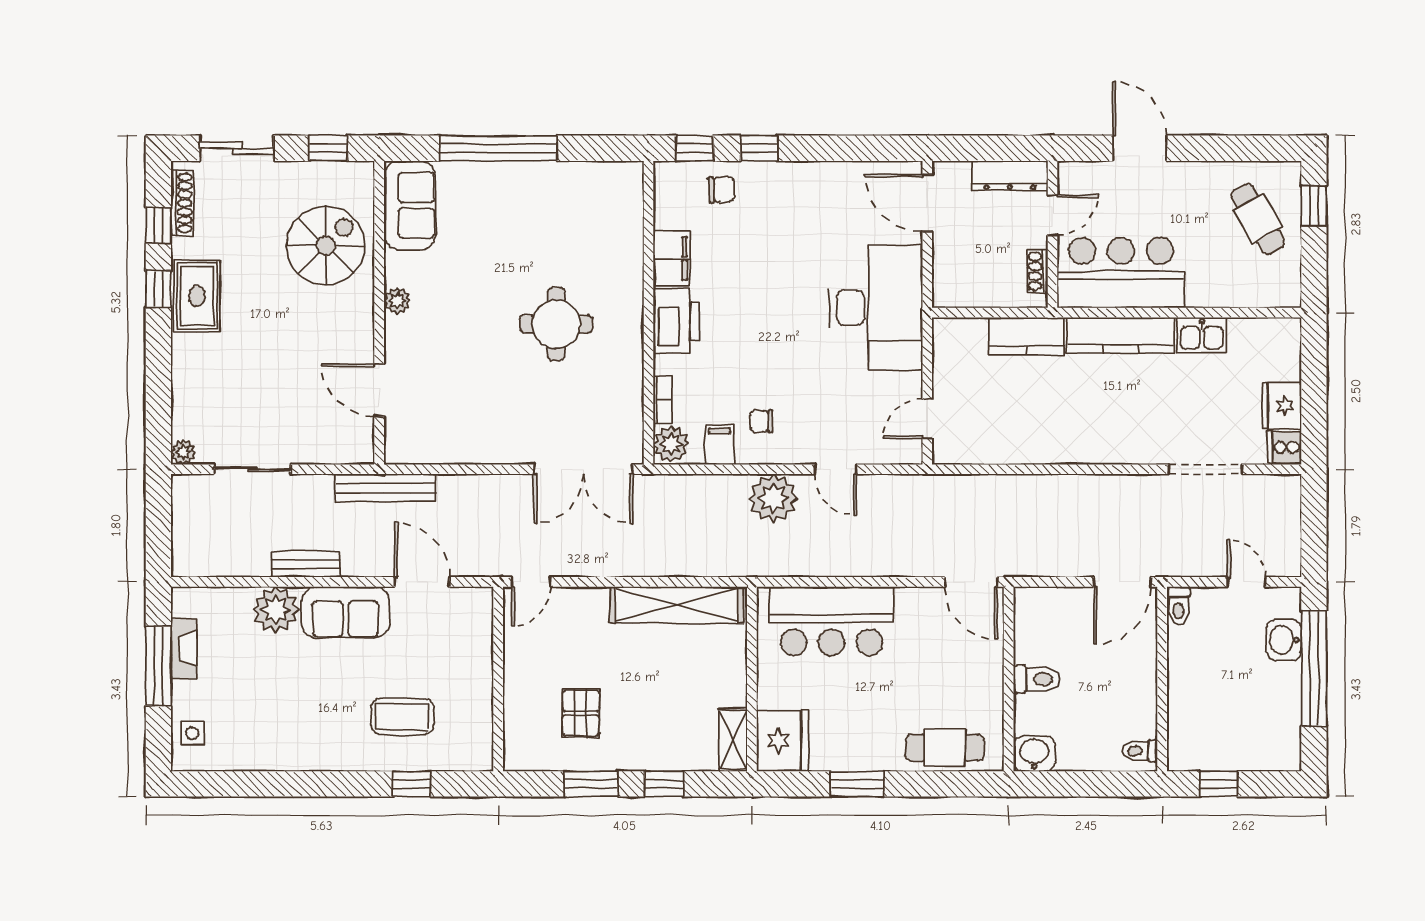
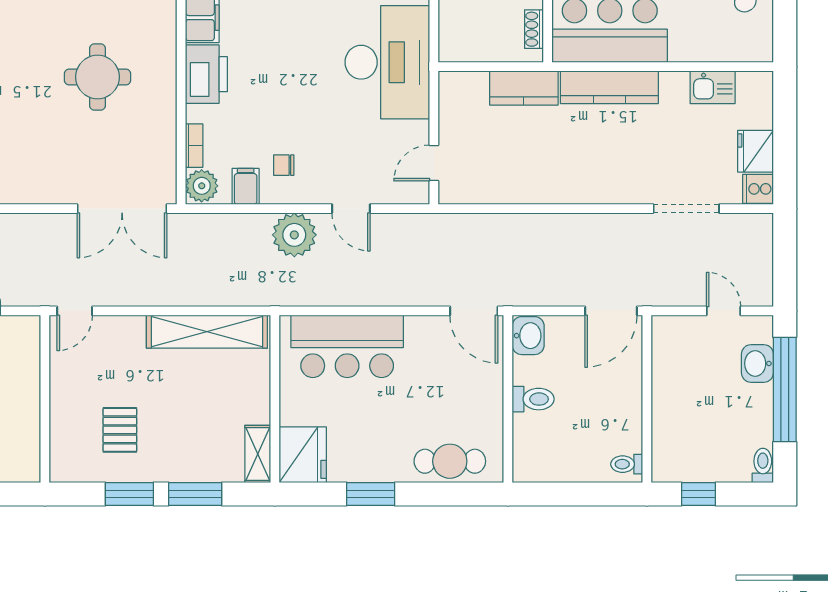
kitchen sink: (1202, 335) -> (713, 87), moved
toilet: (1178, 606) -> (763, 466), moved, turned 180
washbasin: (1034, 754) -> (528, 336), moved, turned 90
window: (664, 784) -> (195, 494), width x1.50

